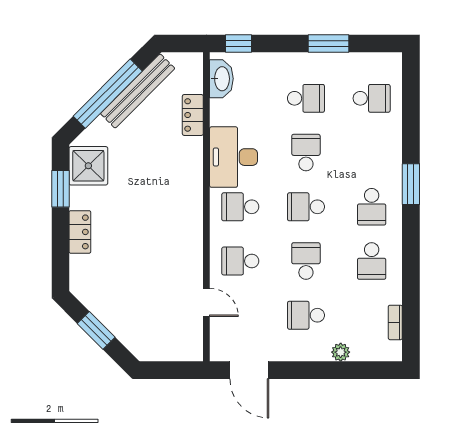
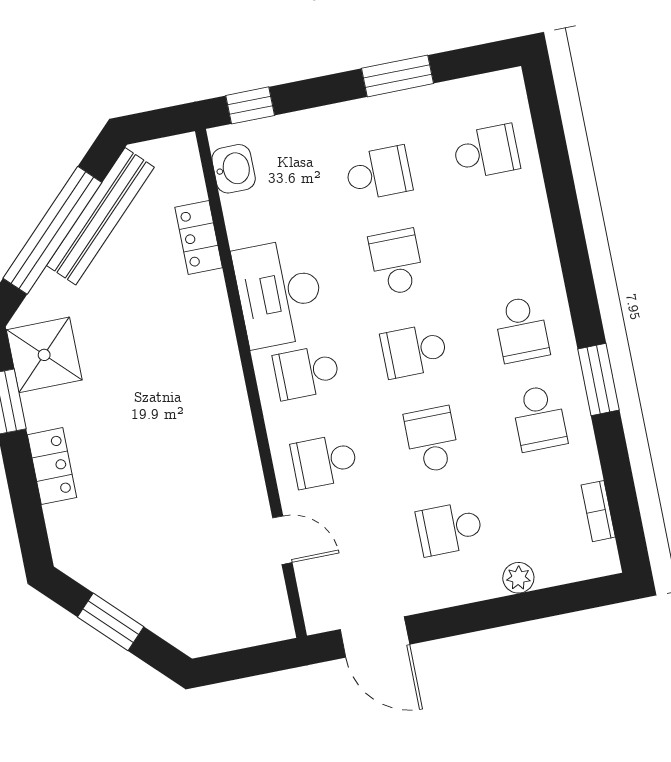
washbasin: (221, 79) -> (234, 169), width x0.72
window: (411, 184) -> (599, 380), moved

